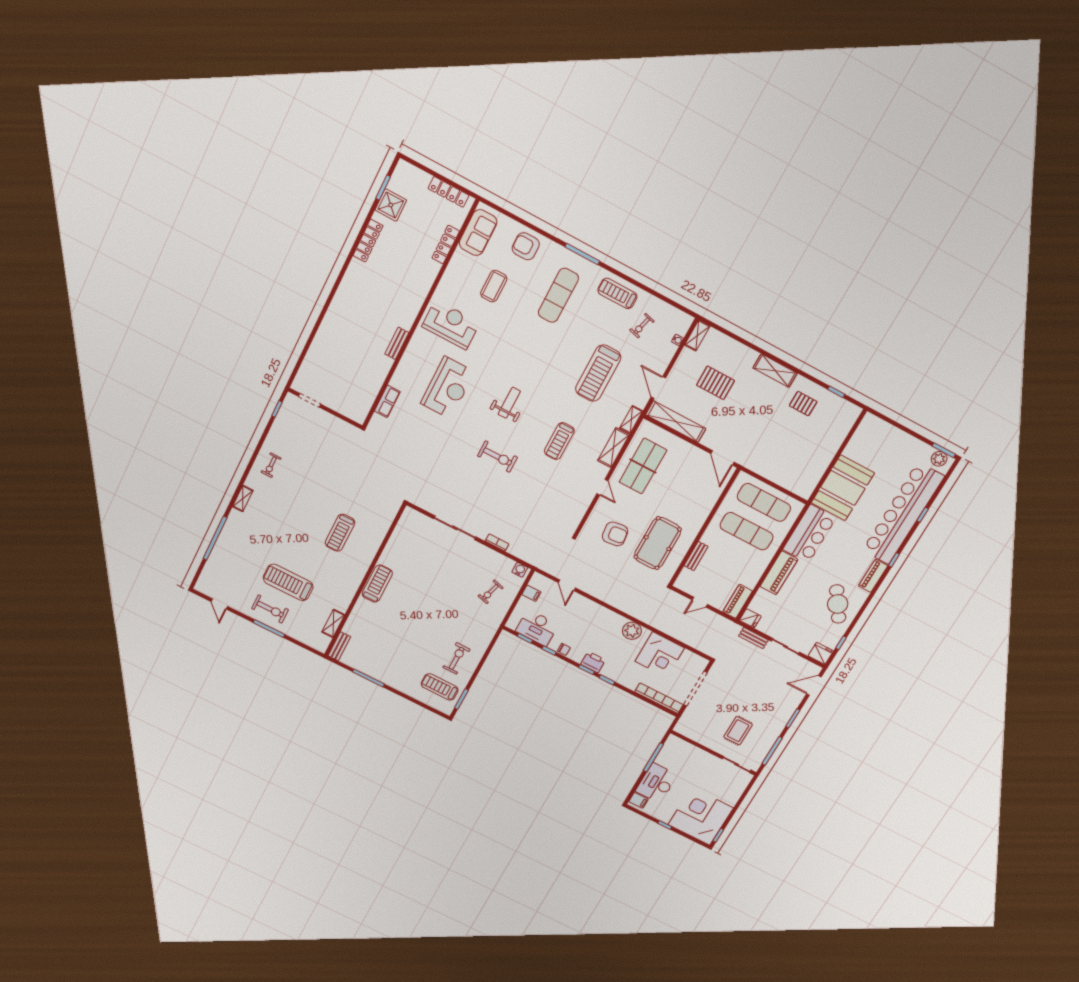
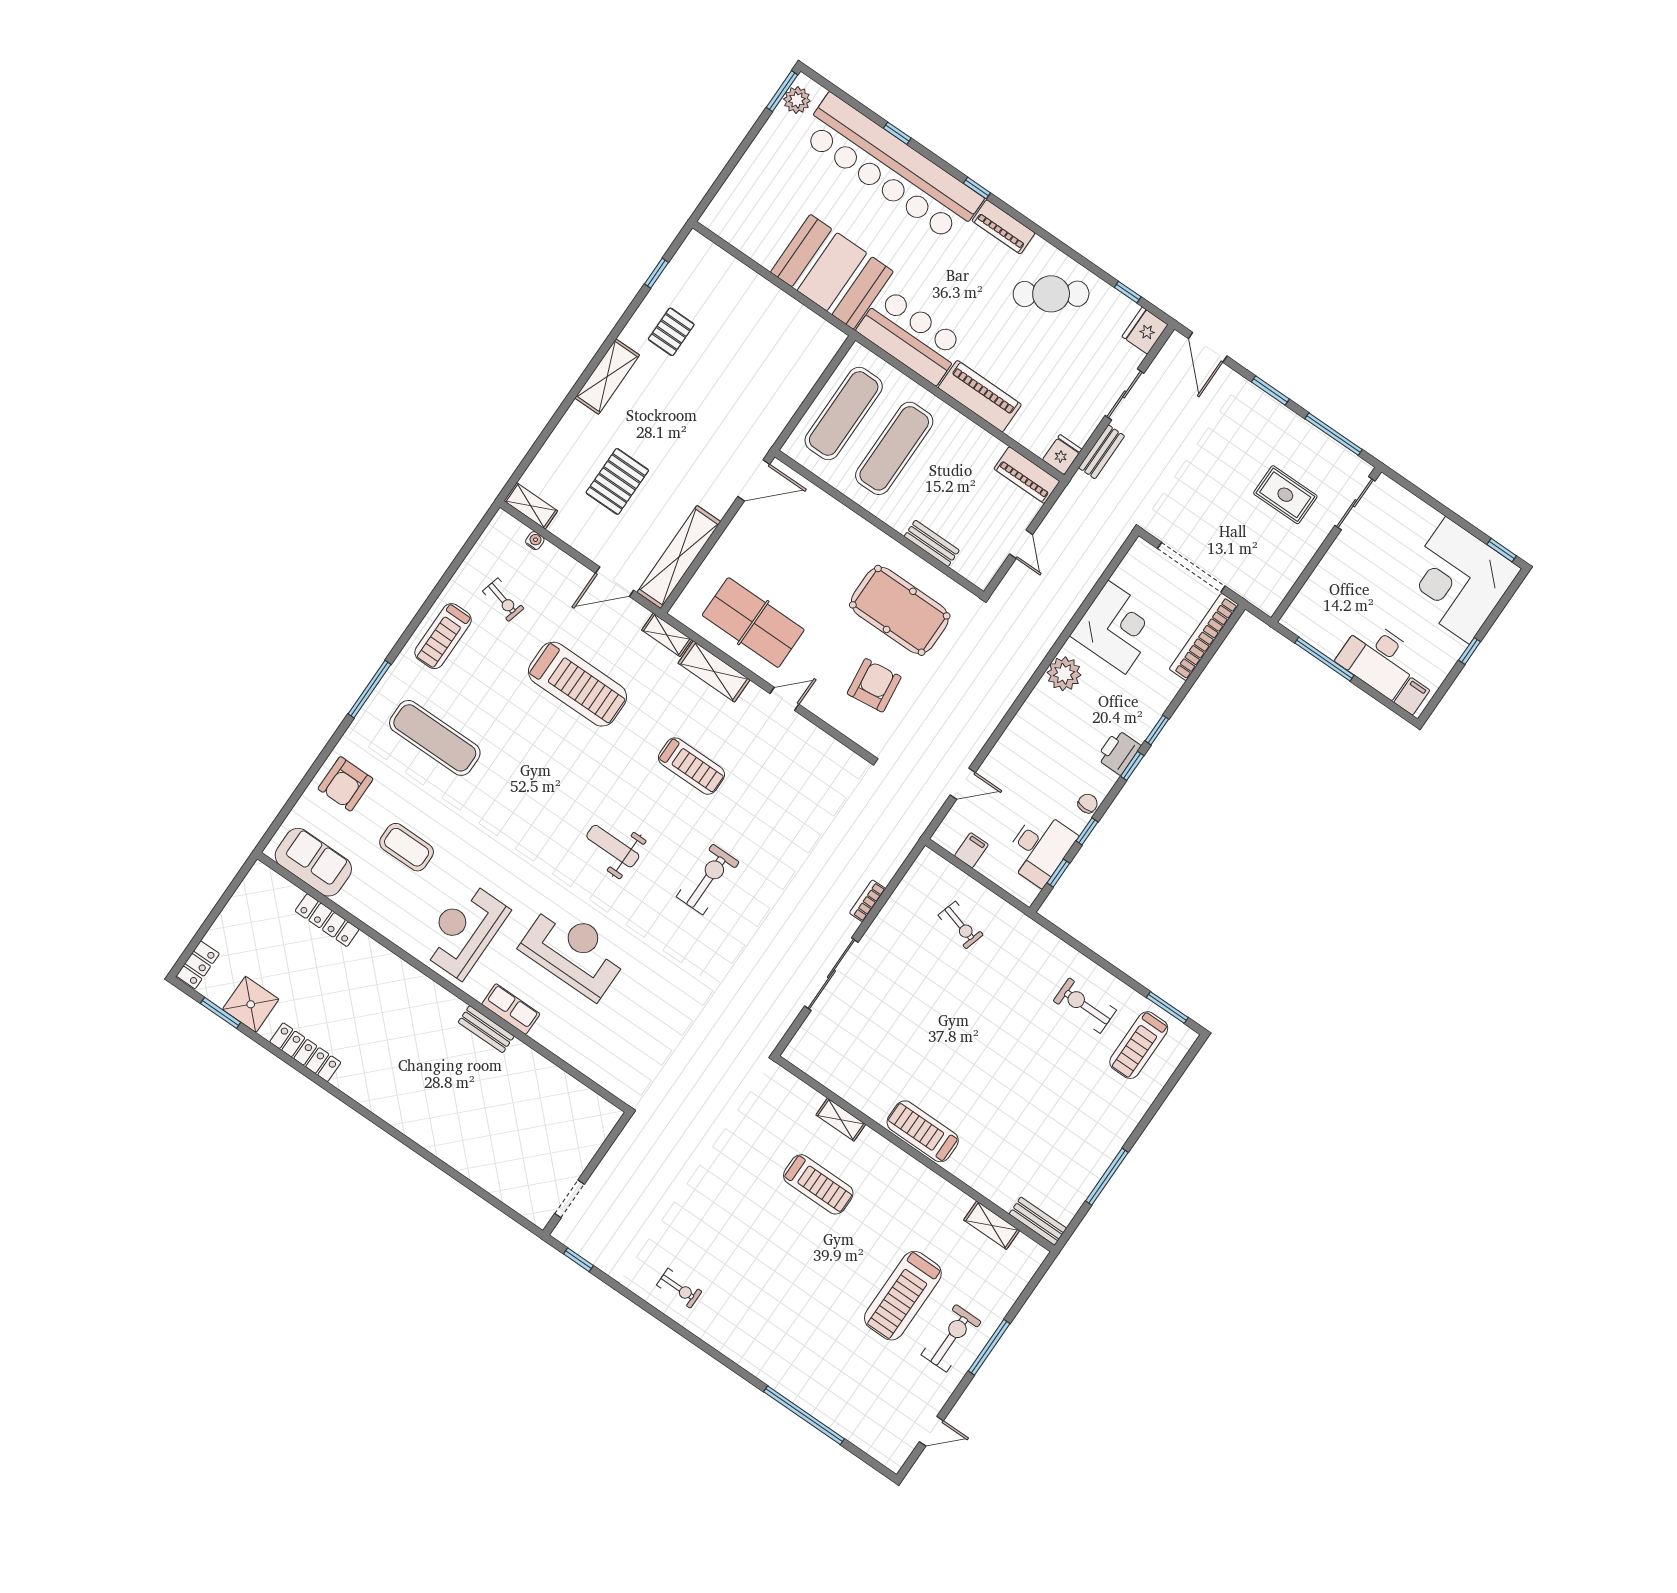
locker: (448, 192) -> (198, 965), moved, width x0.66
row of seats: (387, 401) -> (511, 1009), moved
shelving: (243, 498) -> (841, 1120), moved
water cooler: (520, 570) -> (924, 866), removed

